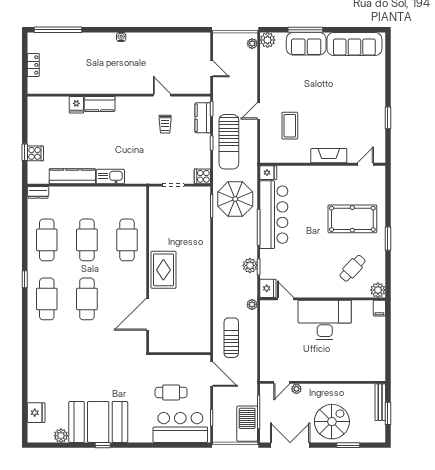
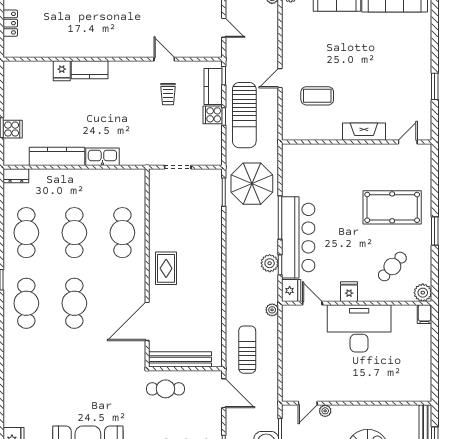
coffee table: (290, 126) -> (317, 96), turned 90
fridge: (268, 173) -> (349, 292), moved, turned -90
cooker: (202, 176) -> (213, 115), moved
bar counter: (274, 215) -> (298, 237), moved
rug: (163, 270) -> (166, 268), width x0.73, depth x0.70
bench: (175, 346) -> (180, 359), added
cafe table: (171, 392) -> (165, 389), moved

